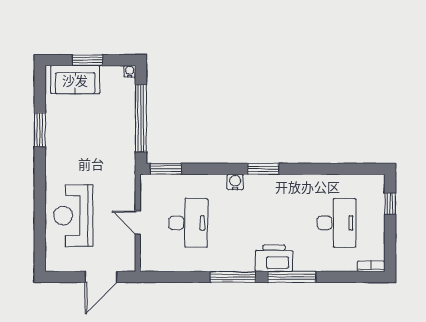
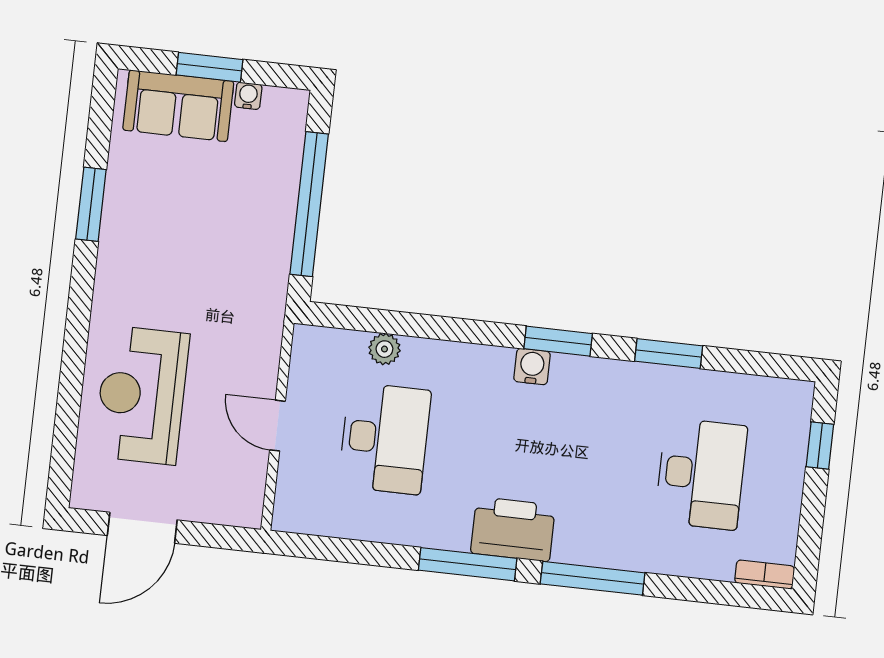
water cooler: (130, 71) -> (248, 96), moved
window: (166, 169) -> (669, 354), moved
plant: (183, 182) -> (384, 349), added
water cooler: (235, 182) -> (532, 367), moved
printer: (274, 258) -> (513, 529), moved
door: (101, 277) -> (142, 528), moved

